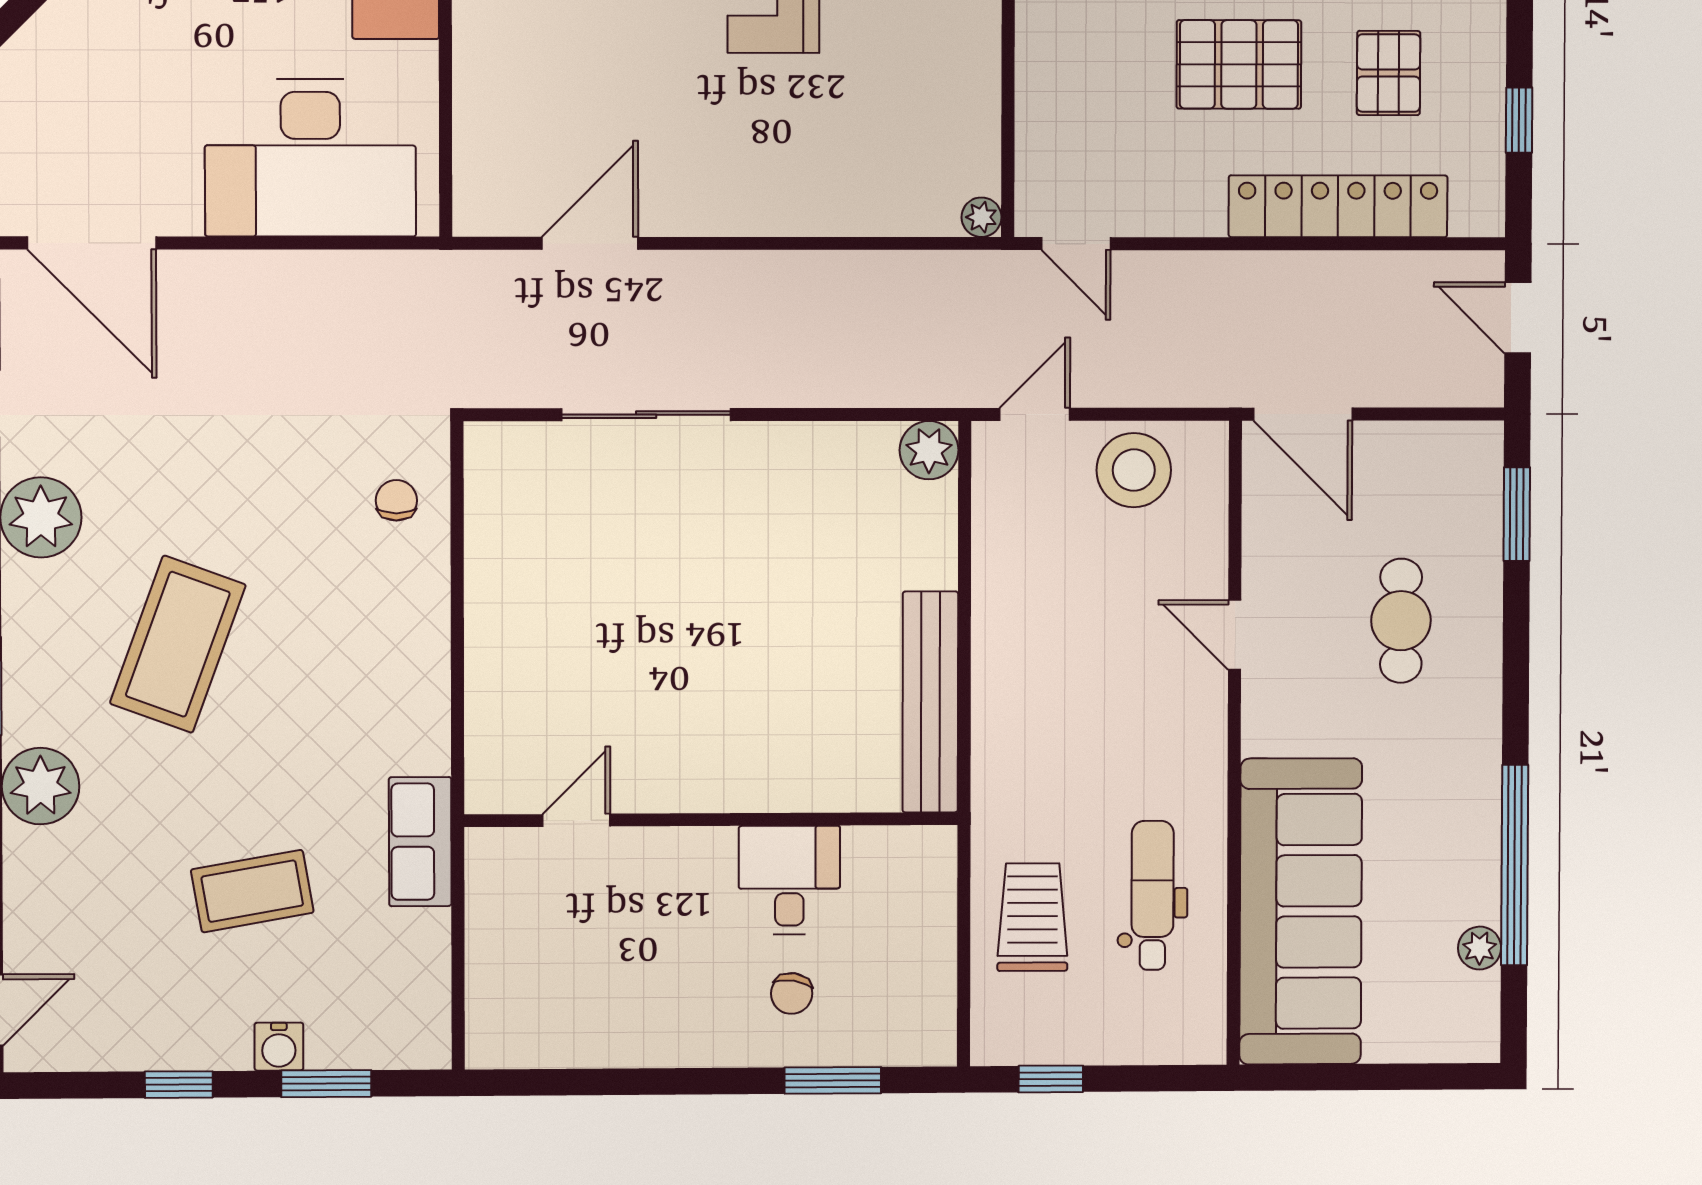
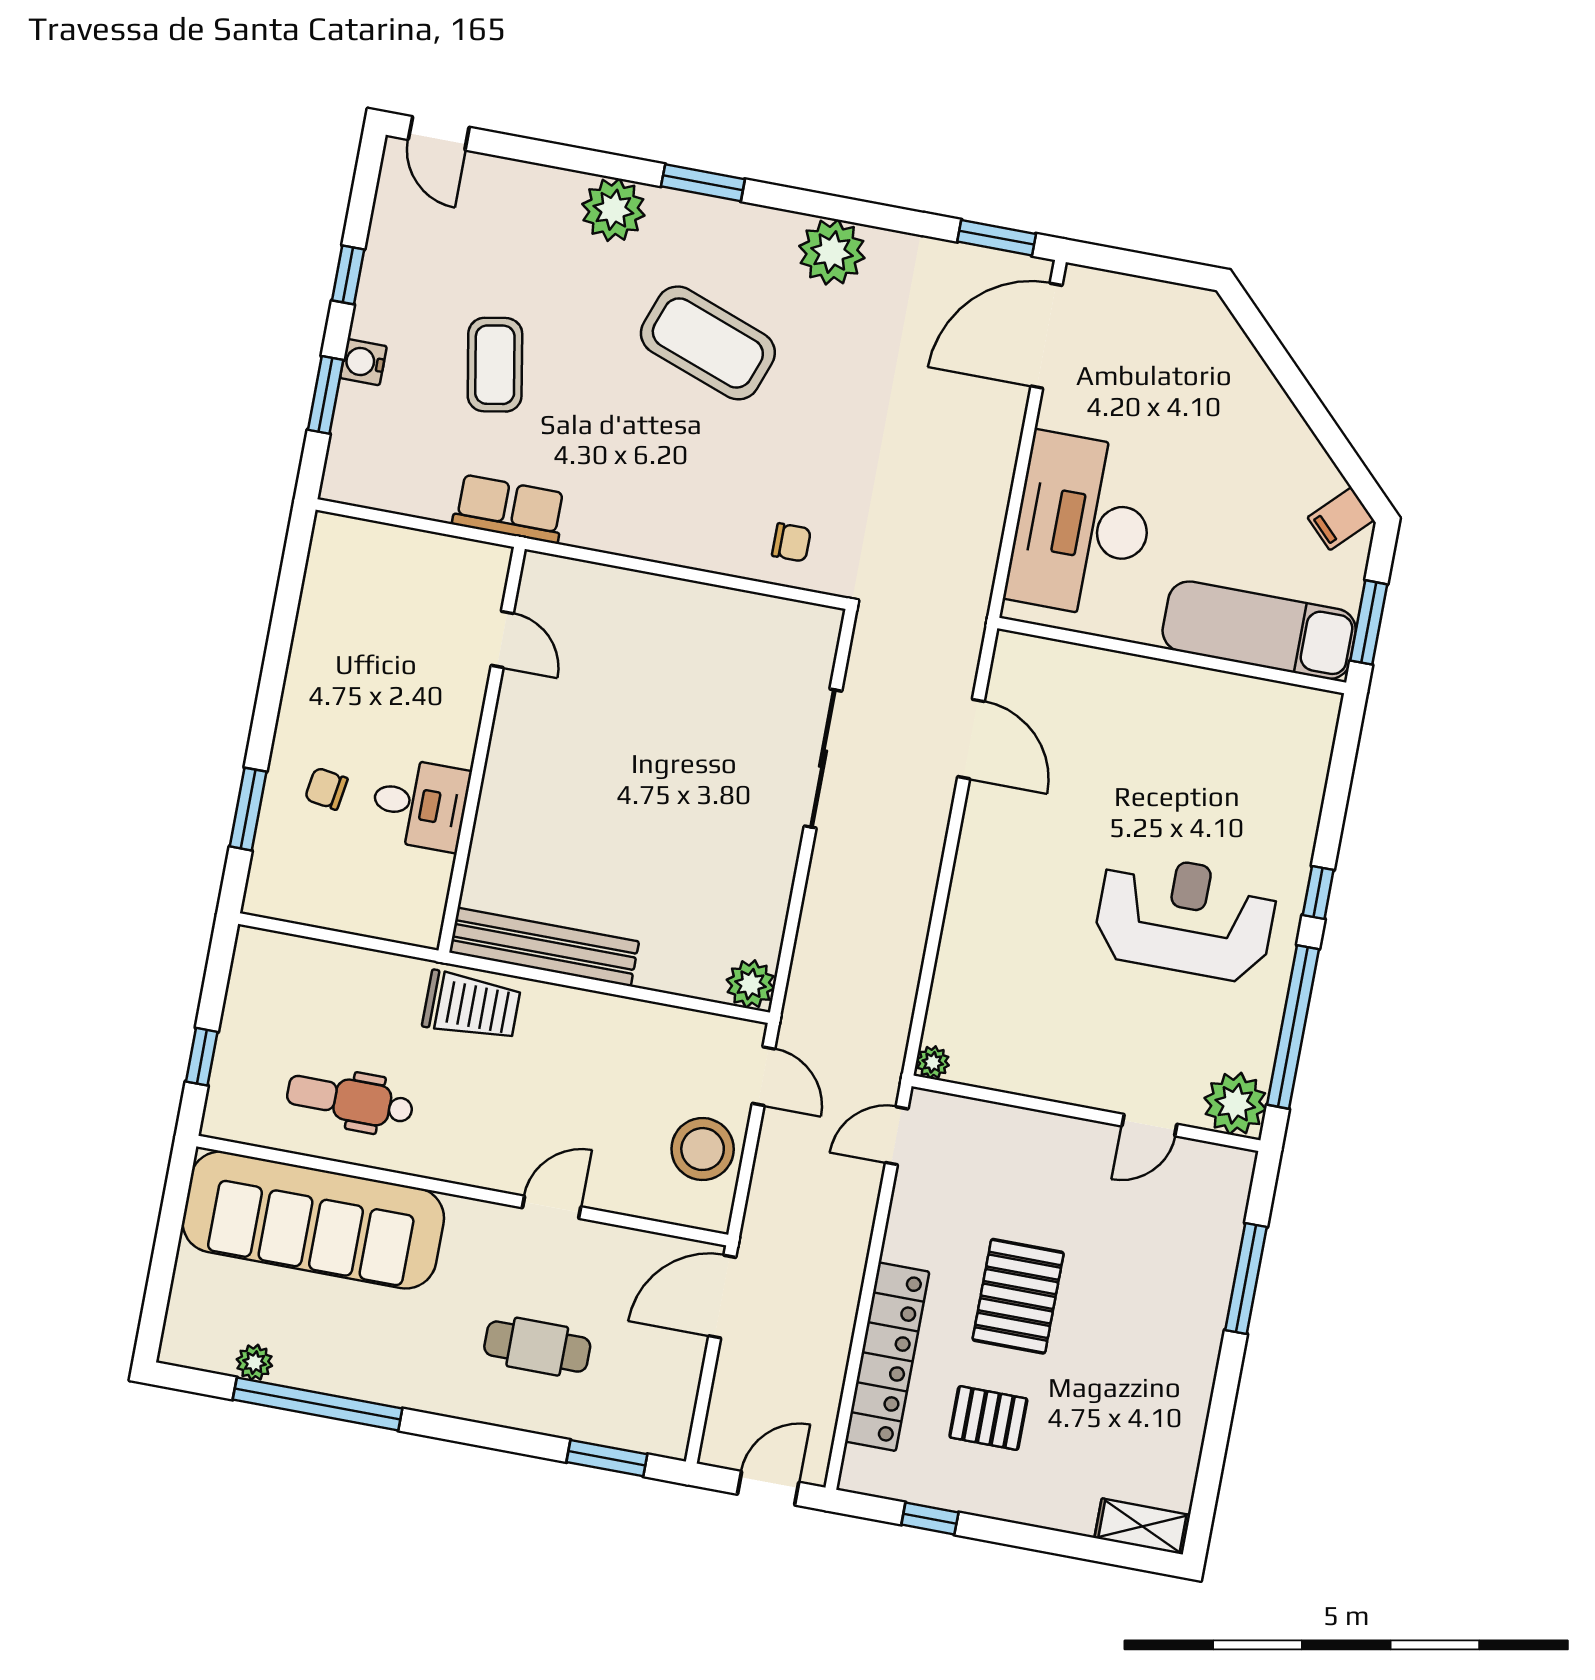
dental chair: (1153, 895) -> (350, 1100), turned 180
trolley: (1032, 917) -> (471, 1006), moved
window: (1051, 1079) -> (202, 1057), moved

